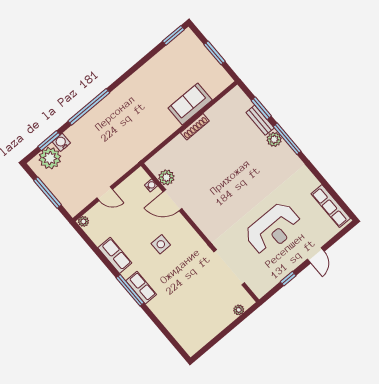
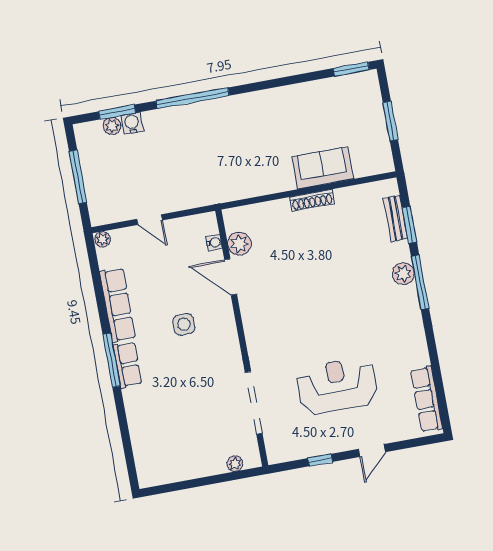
bench: (260, 120) -> (396, 218), moved
plant: (50, 158) -> (112, 126), width x0.53, depth x0.53
reception desk: (273, 229) -> (337, 386), turned 180
row of seats: (115, 255) -> (118, 305), width x1.48

